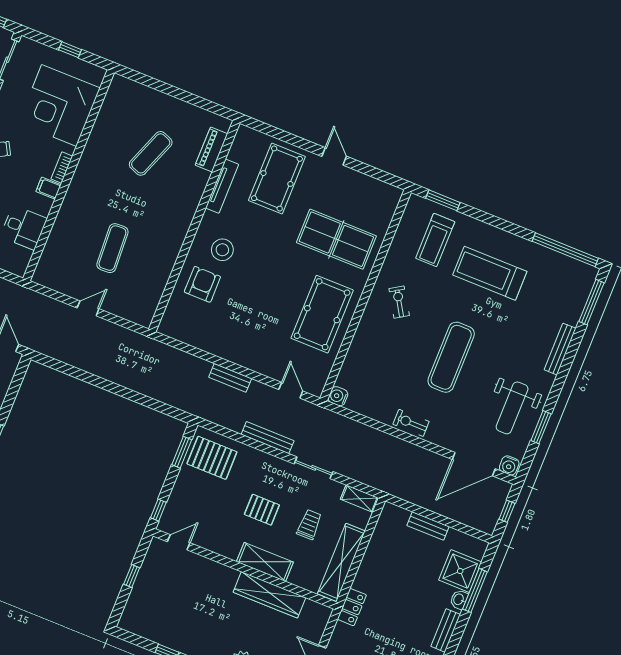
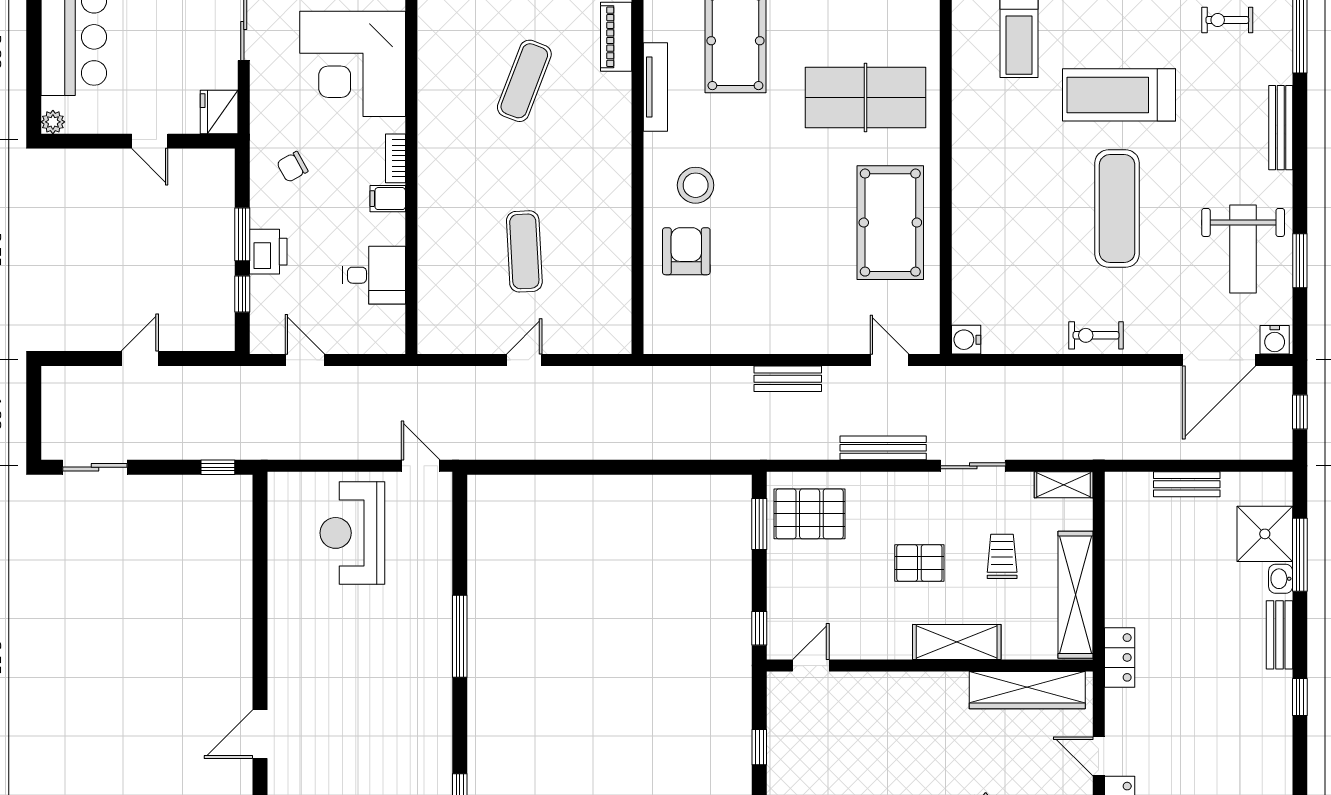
treadmill: (490, 273) -> (1119, 95), moved
exercise bike: (399, 302) -> (1227, 20), moved, turned -58
wardrobe: (269, 595) -> (1027, 690), moved

